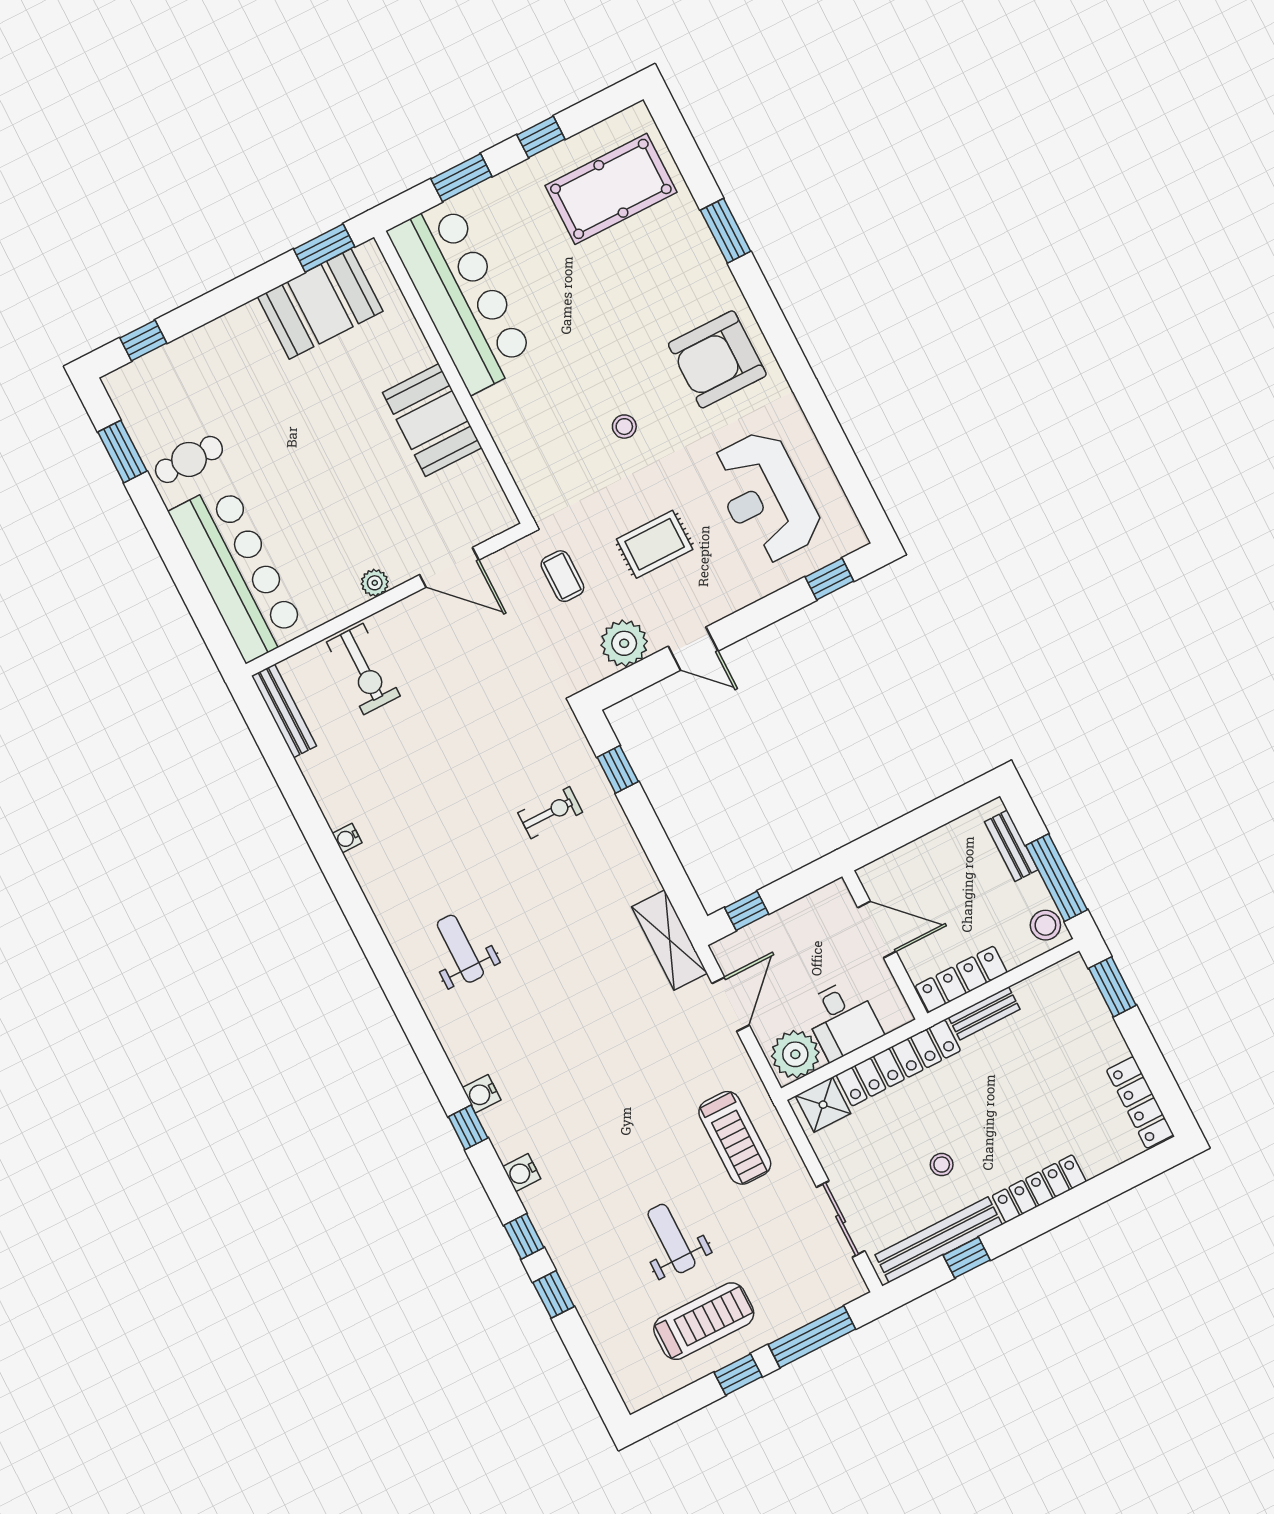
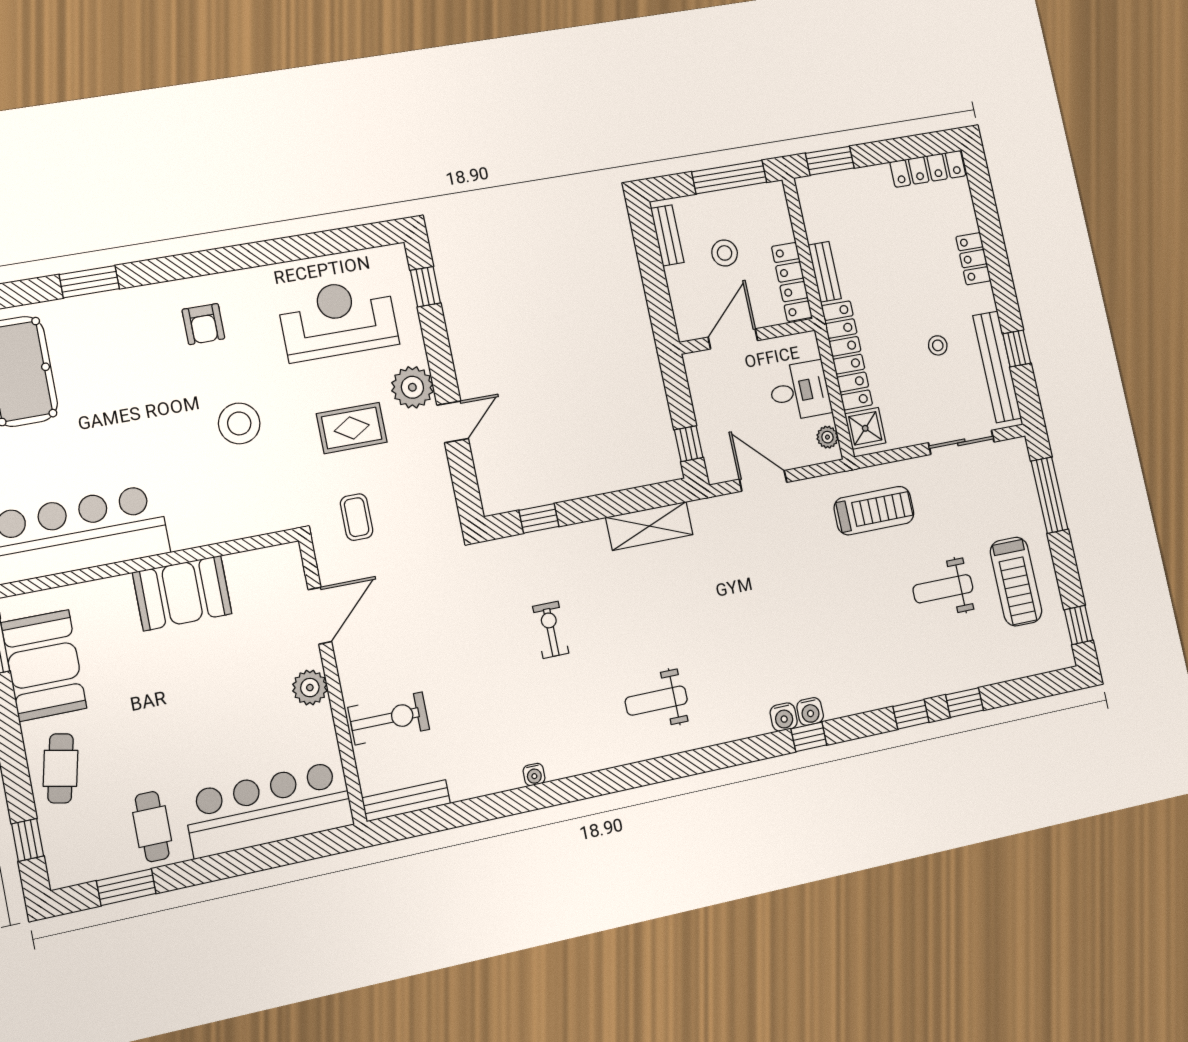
cafe table: (222, 351) -> (61, 768), added
armchair: (717, 359) -> (203, 324), width x0.53, depth x0.53
stool: (624, 427) -> (239, 423), width x1.89, depth x1.89
reception desk: (766, 497) -> (338, 319), turned 180
rug: (655, 544) -> (352, 428), turned 90
coffee table: (562, 576) -> (357, 517), turned 90
plant: (375, 583) -> (310, 688), width x1.38, depth x1.38
plant: (624, 643) -> (412, 387), moved
exercise bike: (550, 813) -> (551, 630), moved
bench: (1011, 846) -> (667, 235), moved, turned 90
stool: (1045, 925) -> (725, 253), moved
shelving: (669, 940) -> (649, 526), moved
plant: (795, 1054) -> (827, 437), width x0.53, depth x0.53
water cooler: (522, 1173) -> (810, 711), moved
locker: (1039, 1189) -> (973, 259), width x0.66
treadmill: (704, 1321) -> (1016, 582), turned 180
window: (738, 1374) -> (1079, 625), moved

